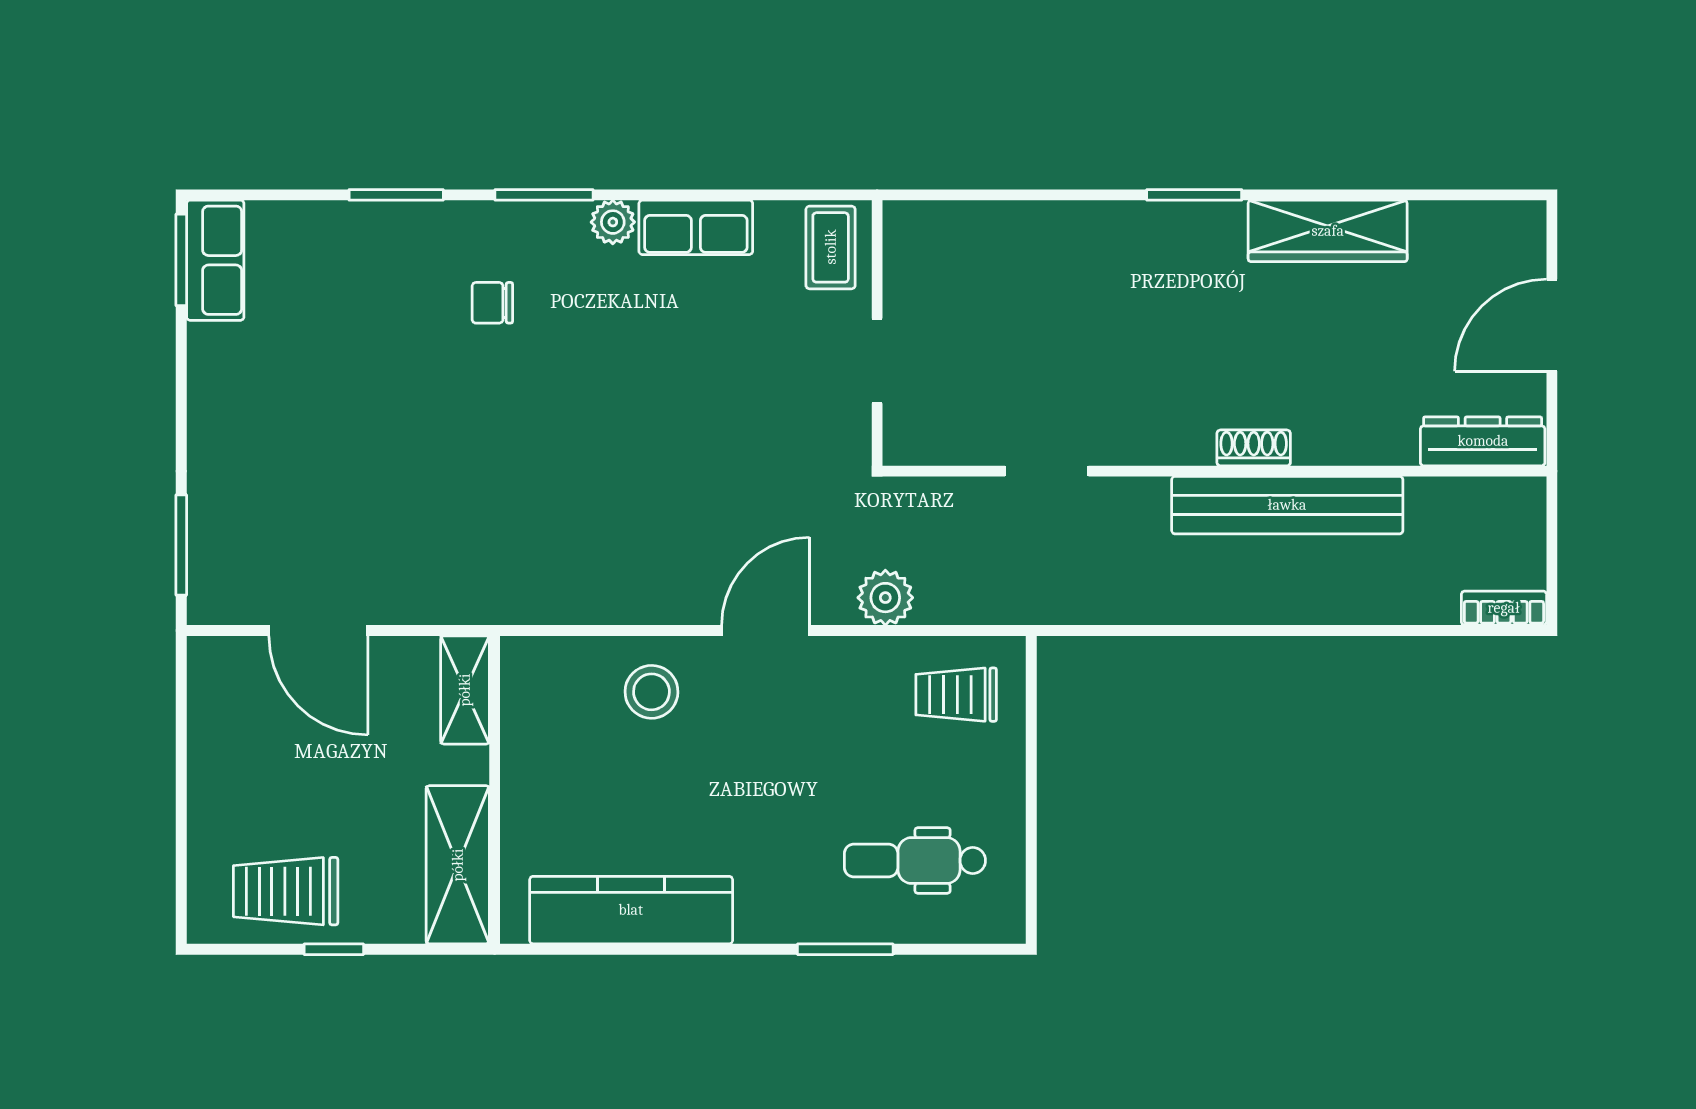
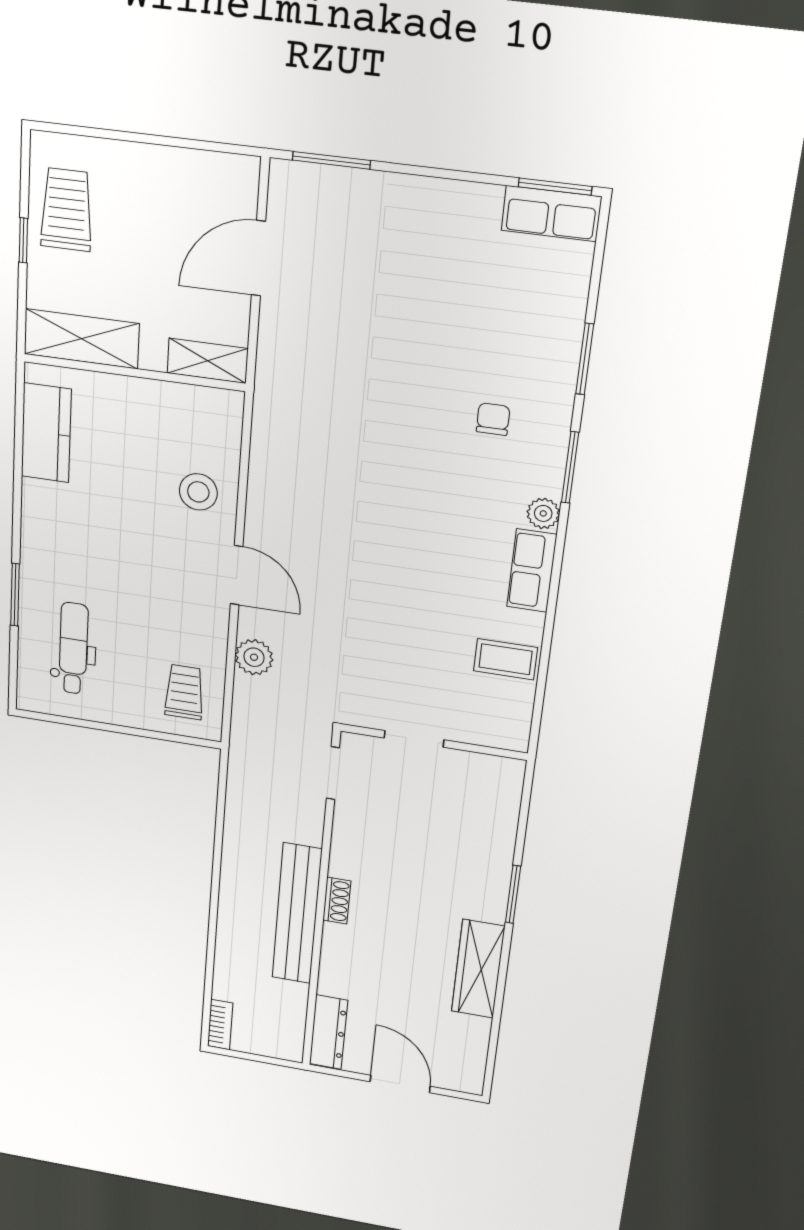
wall: (877, 333) -> (434, 742), moved
doorway: (877, 361) -> (414, 739), moved
kitchen counter: (631, 910) -> (46, 433), width x0.67

